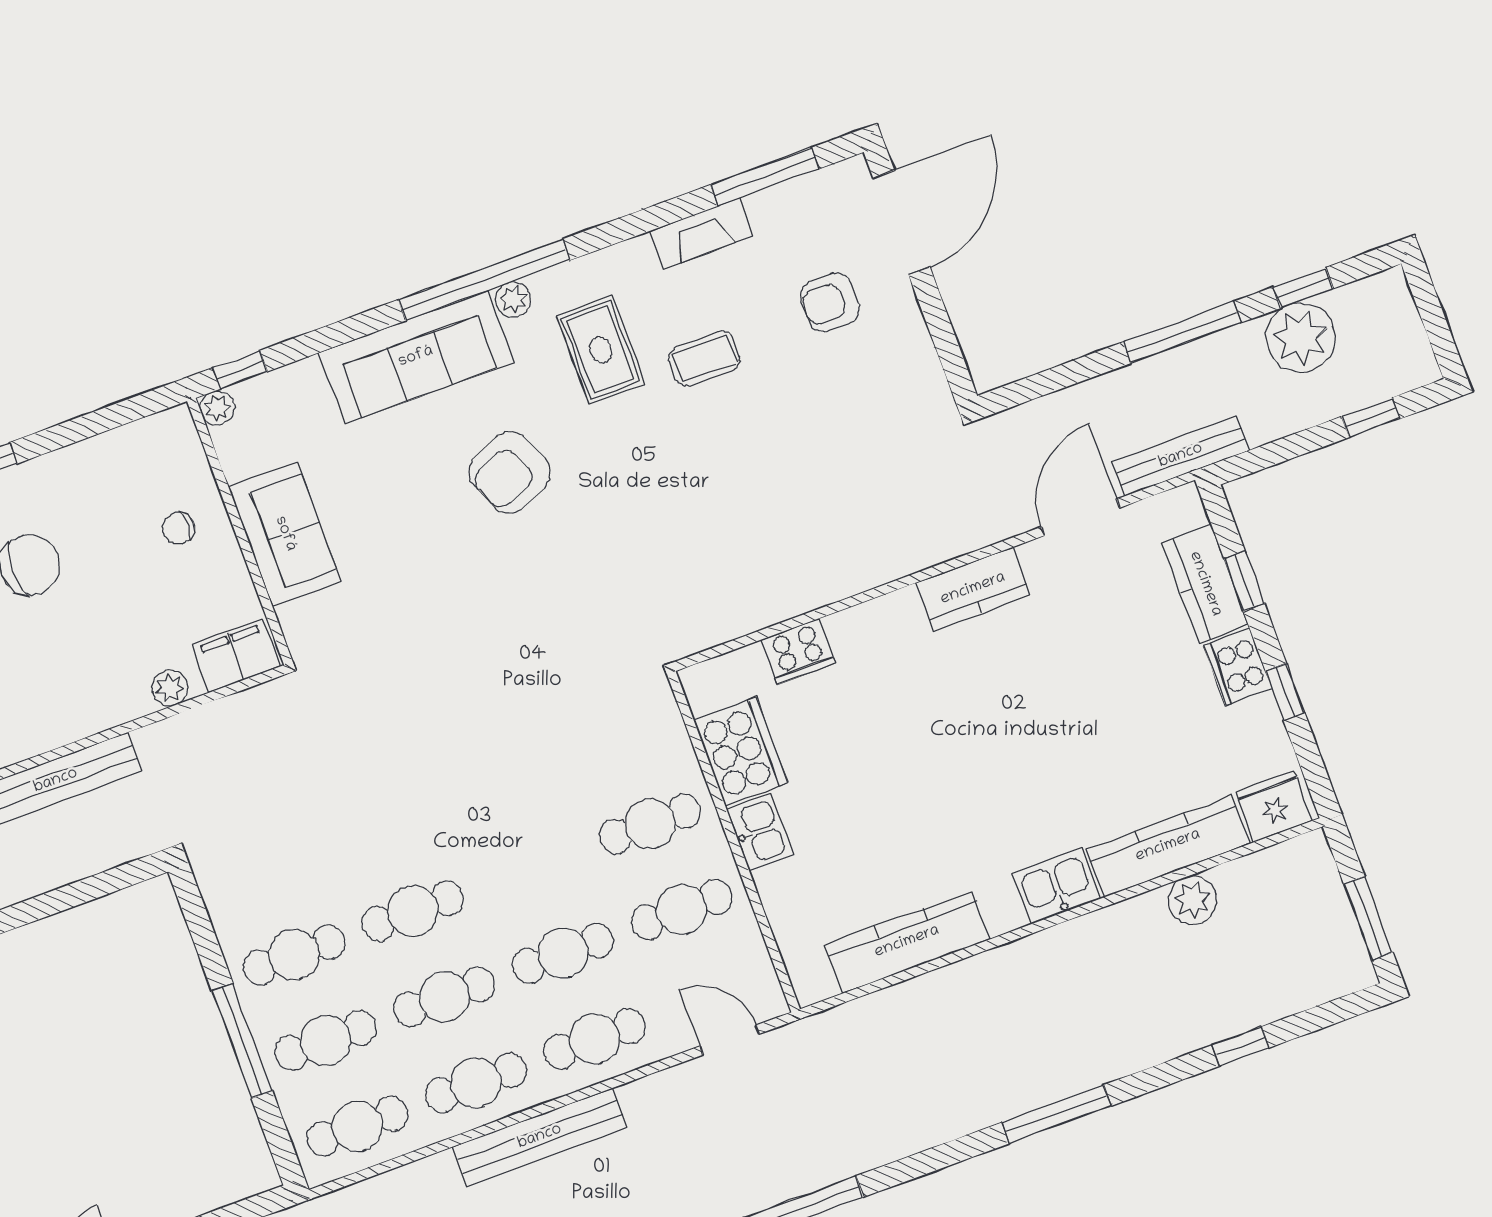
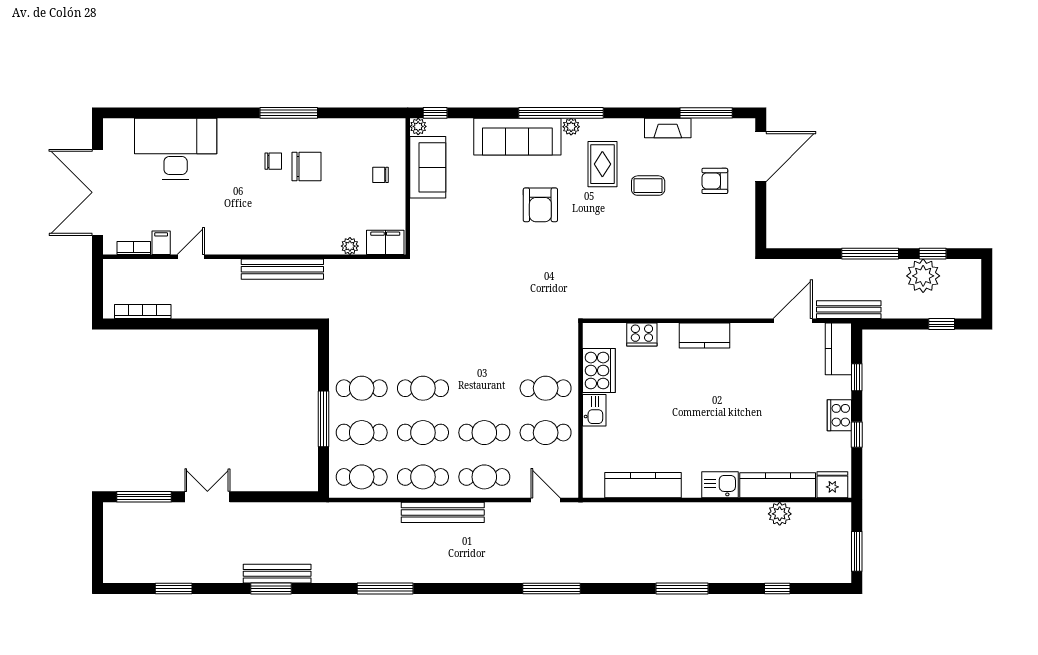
armchair: (509, 473) -> (540, 205), turned -66
sofa: (285, 534) -> (428, 167), moved
kitchen counter: (1205, 584) -> (838, 349), moved
kitchen counter: (973, 589) -> (704, 336), moved

